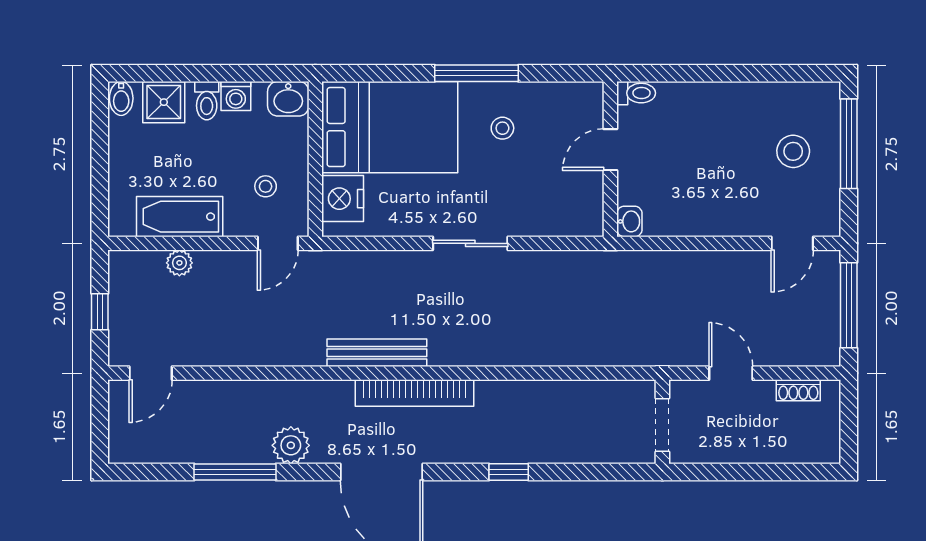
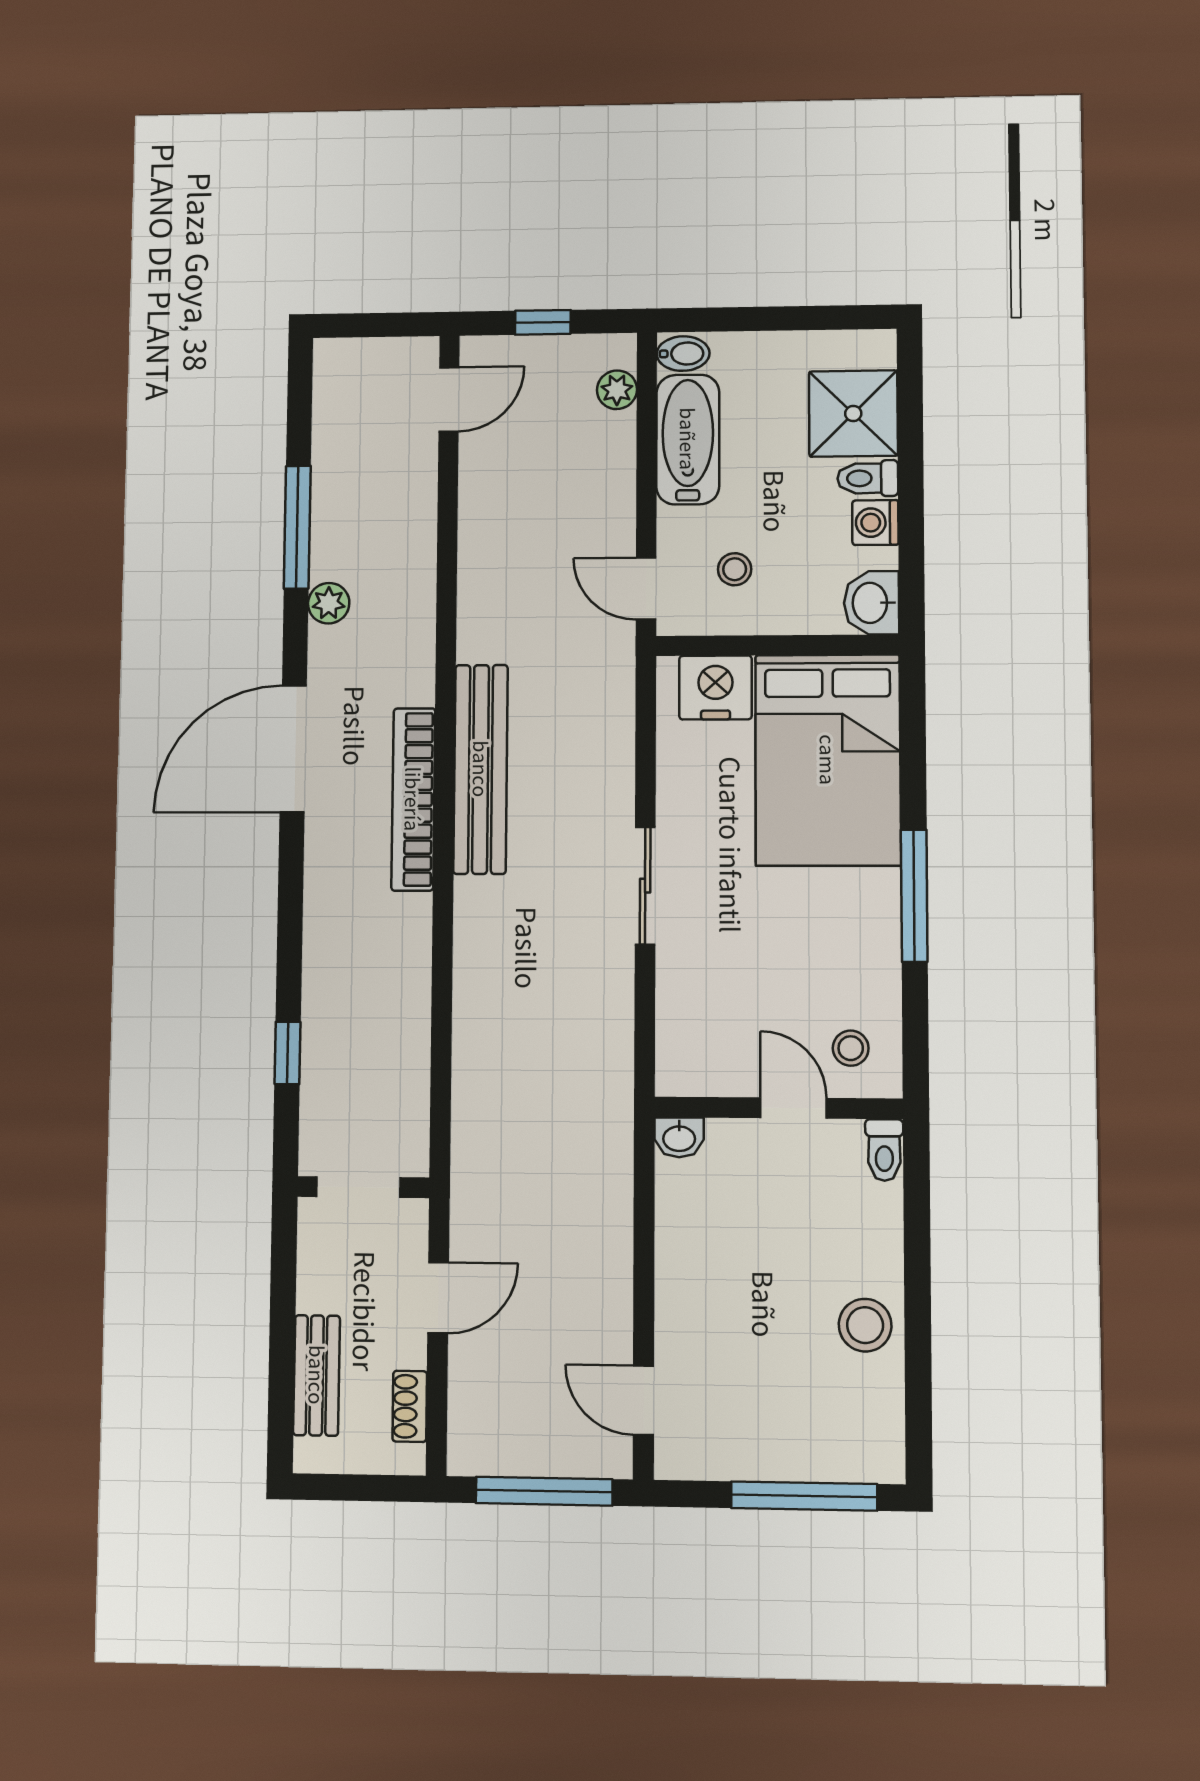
bidet: (121, 98) -> (683, 354), moved, turned 180
shower: (164, 102) -> (853, 414), width x1.36, depth x1.36
stool: (502, 128) -> (851, 1048), moved
stool: (793, 151) -> (865, 1325), moved
plant: (179, 263) -> (617, 390), moved
bench: (377, 353) -> (481, 769), width x1.37, depth x1.21
door: (151, 373) -> (449, 399), swing flipped
plant: (291, 445) -> (329, 603), width x0.73, depth x0.73
bench: (780, 450) -> (317, 1375), added
window: (509, 472) -> (288, 1053), moved

